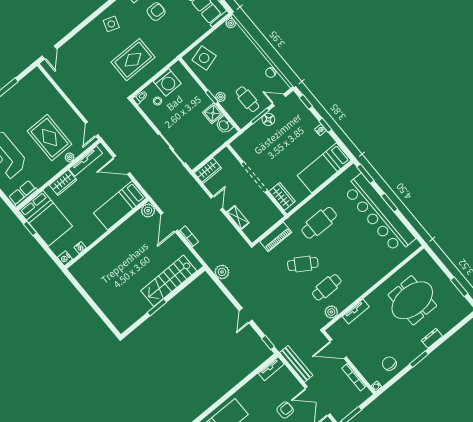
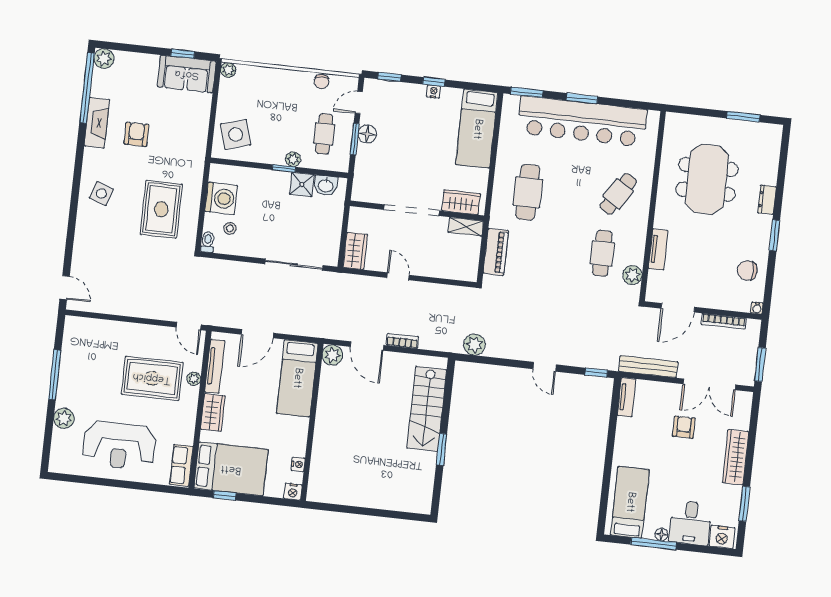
cafe table: (247, 99) -> (324, 134), turned 90
shelving: (238, 217) -> (466, 227), moved
cafe table: (303, 264) -> (618, 194), moved

